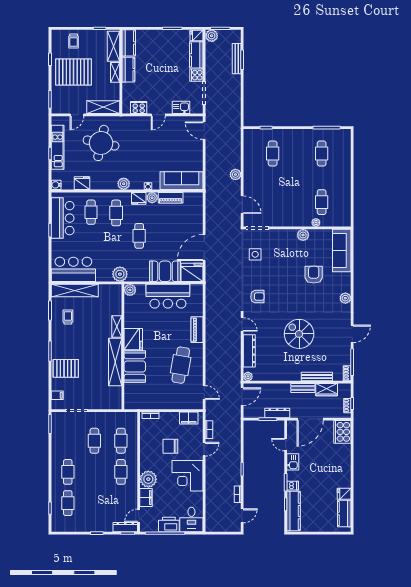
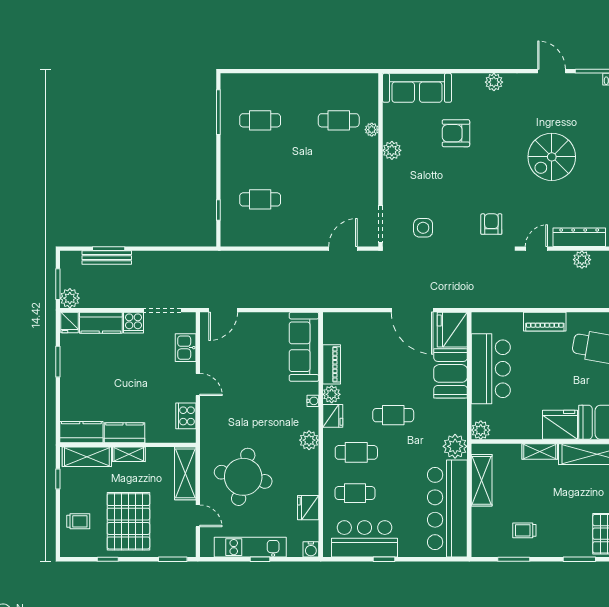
plant: (235, 174) -> (582, 260), moved
bar counter: (73, 269) -> (447, 509), width x1.36
shelving: (75, 291) -> (482, 480), moved, width x0.68

